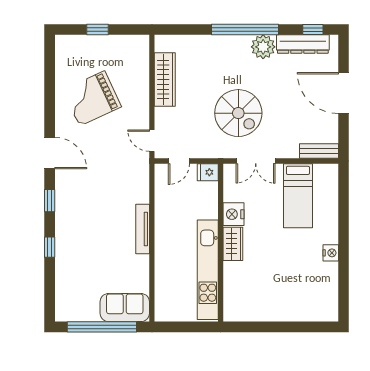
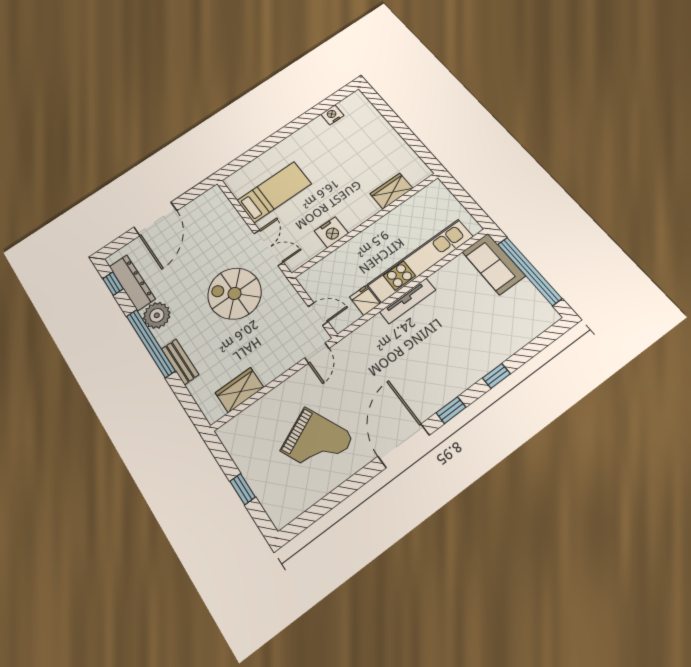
wardrobe: (165, 79) -> (240, 390), width x0.67
spiral stairs: (238, 113) -> (235, 293), turned -90
bench: (319, 151) -> (180, 362), moved
door: (50, 153) -> (404, 446), width x1.36
fridge: (208, 172) -> (365, 300), moved, turned 180
wardrobe: (233, 244) -> (391, 191), moved
nightstand: (331, 253) -> (332, 115), moved
kitchen unit: (208, 270) -> (421, 260), moved, turned 180

